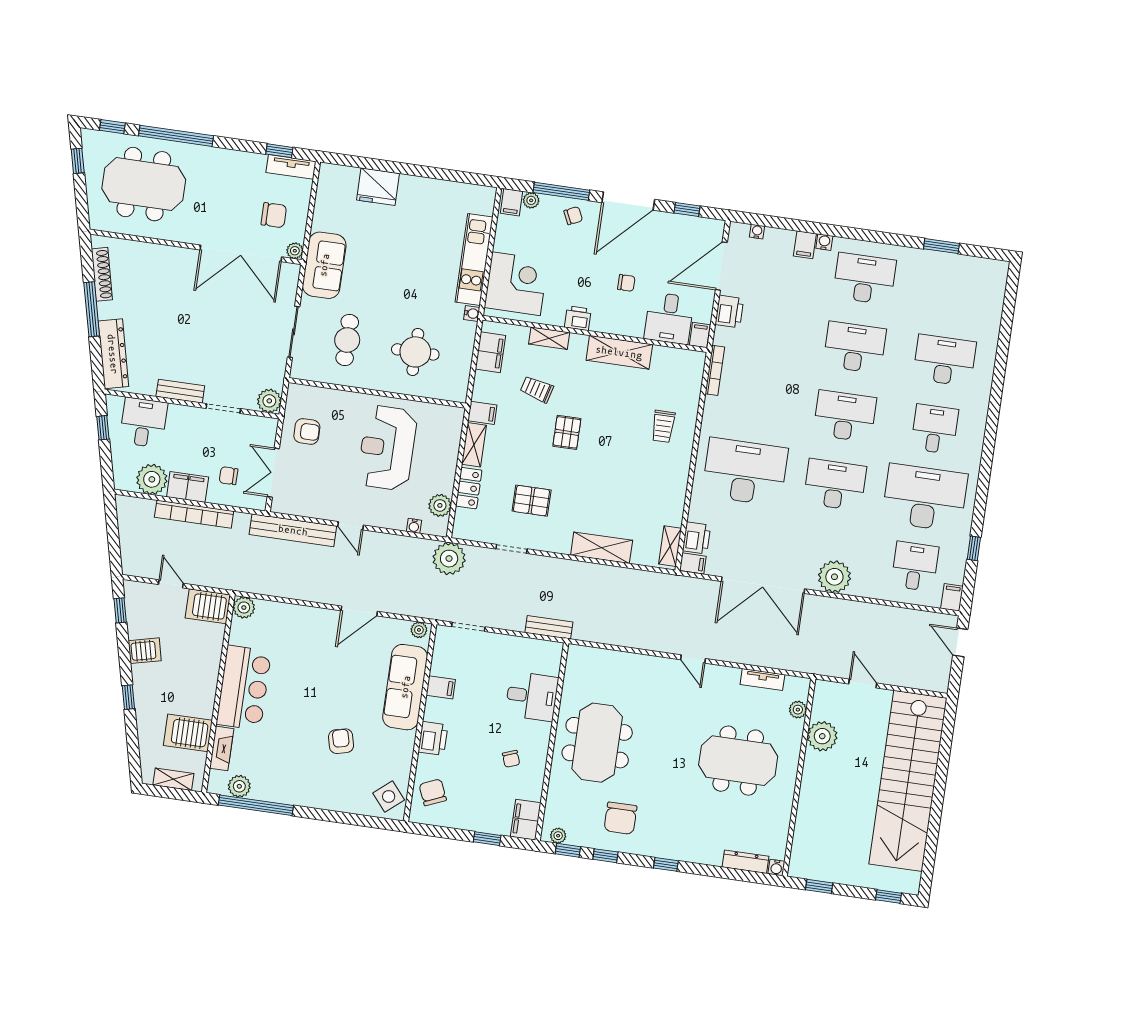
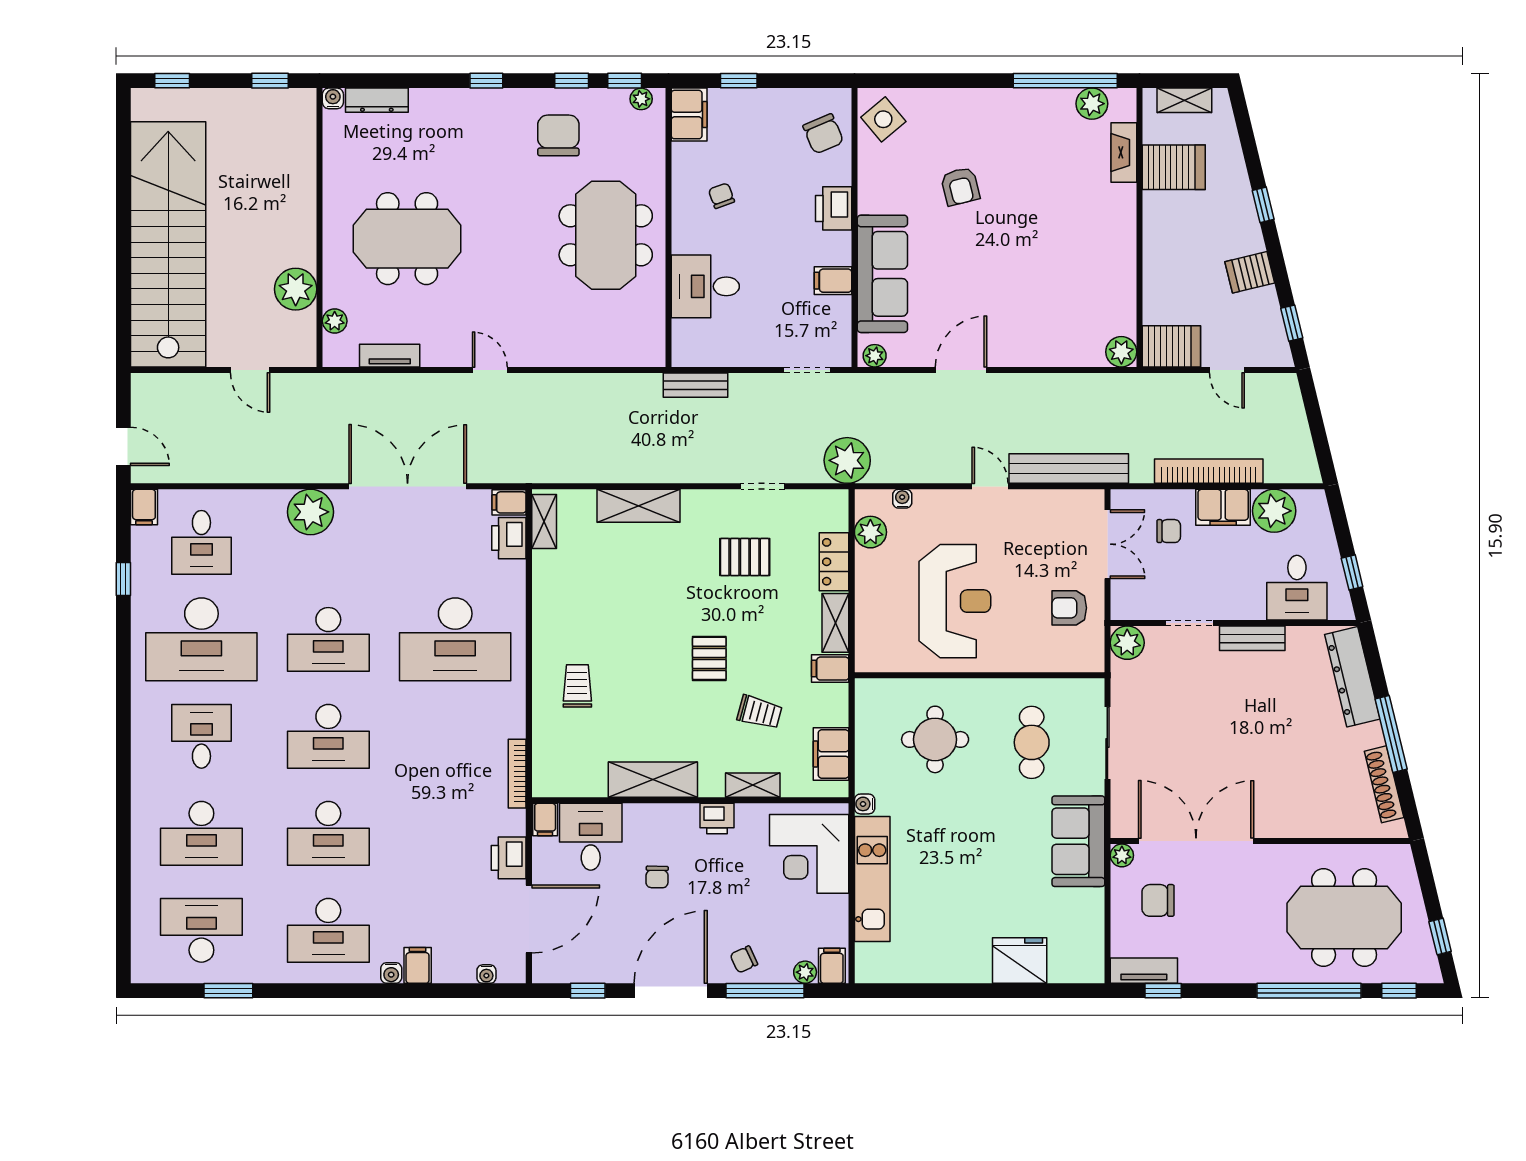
chair: (626, 283) -> (657, 877), turned -89
desk: (954, 292) -> (201, 930), added
desk: (935, 429) -> (201, 736), turned 180
bar counter: (244, 688) -> (1105, 241), removed

